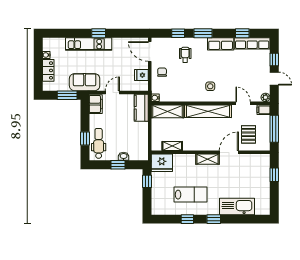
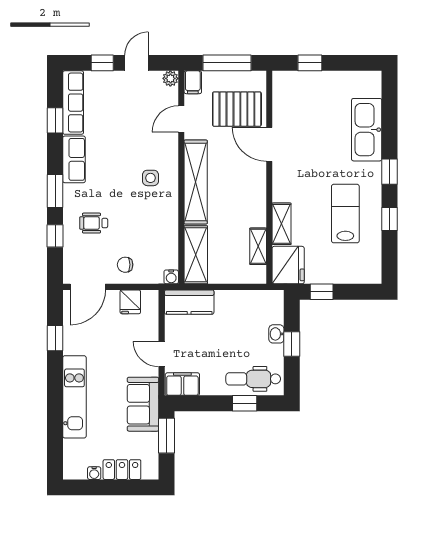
window: (99, 33) -> (55, 338), moved
pallet: (249, 134) -> (237, 109), width x1.50, depth x1.42
shelving: (208, 159) -> (282, 224), moved

